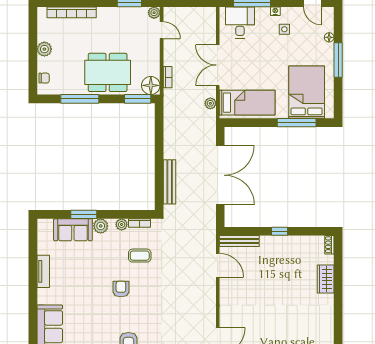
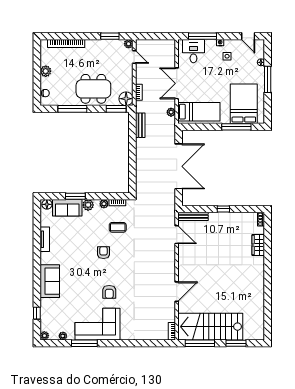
bench: (170, 182) -> (140, 125), moved, width x0.73
floor lamp: (46, 225) -> (47, 204), added

